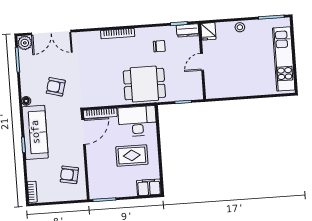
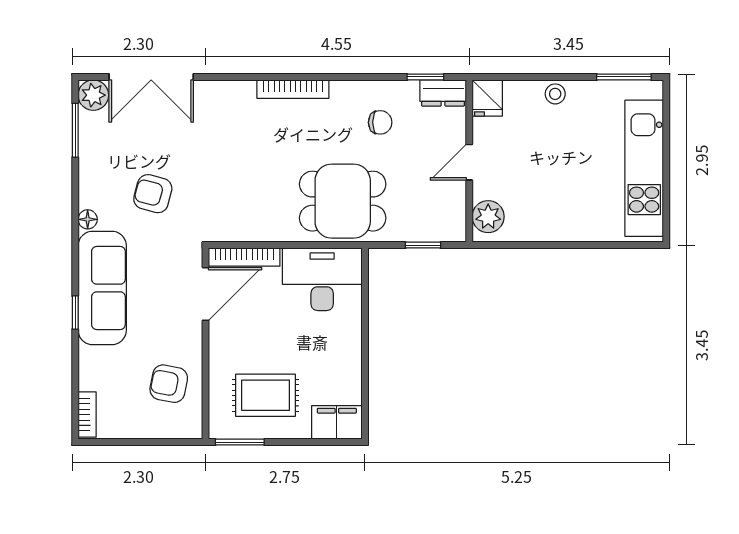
plant: (213, 87) -> (488, 217), added
rug: (132, 155) -> (266, 395), moved

